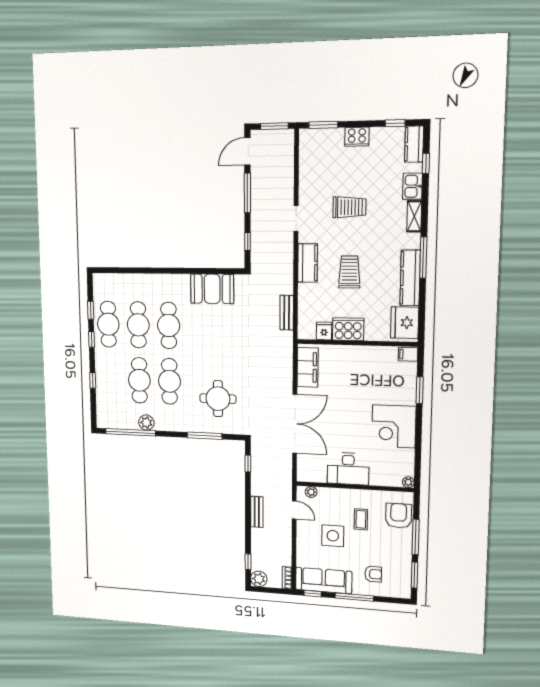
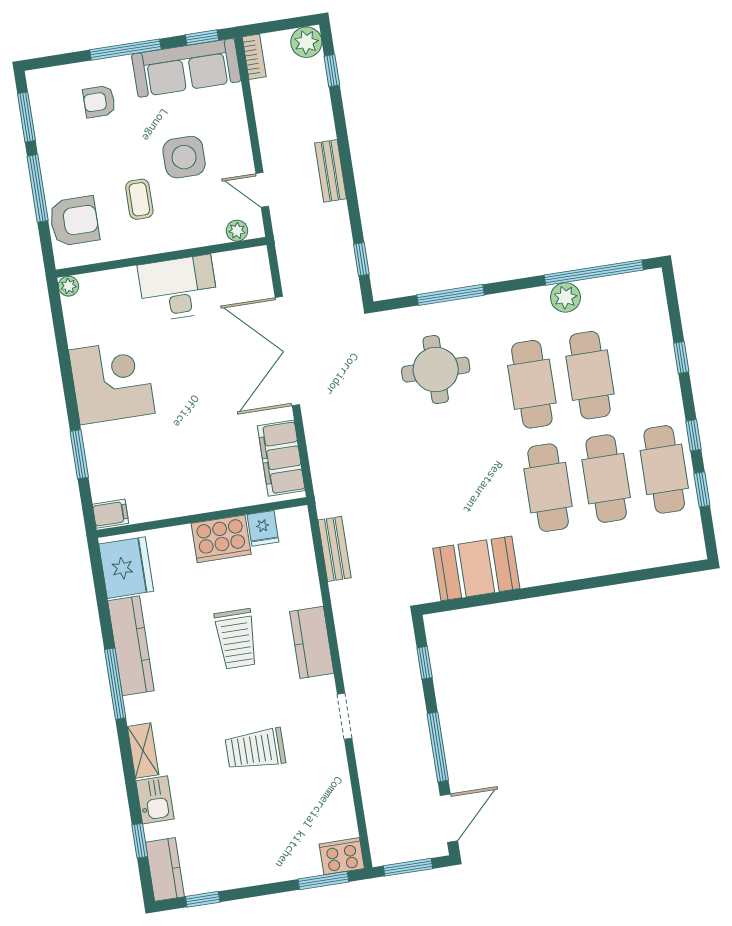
cooker: (357, 137) -> (342, 856), moved
armchair: (399, 516) -> (74, 221), turned -90

